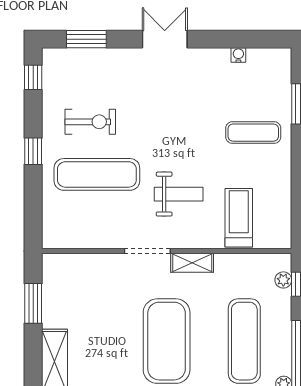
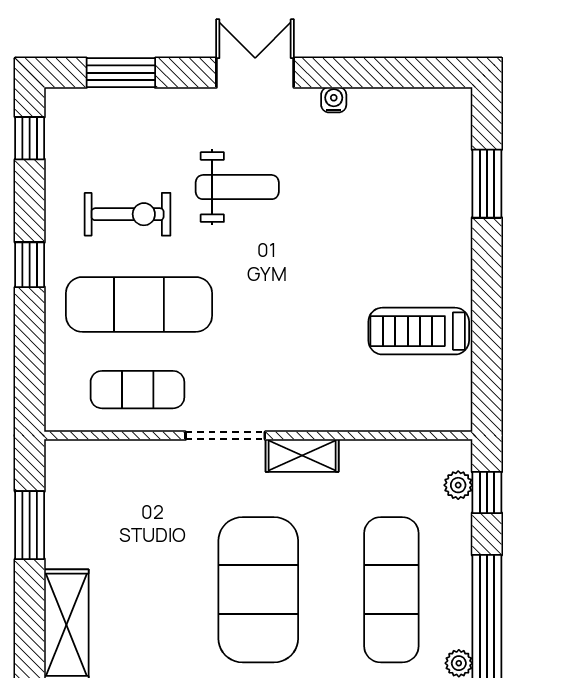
water cooler: (238, 55) -> (334, 100), moved
exercise mat: (253, 133) -> (137, 390), moved
weight bench: (179, 194) -> (237, 187), moved
treadmill: (239, 218) -> (419, 331), moved, turned -90

